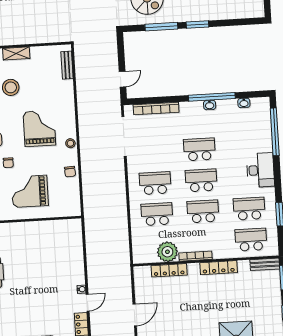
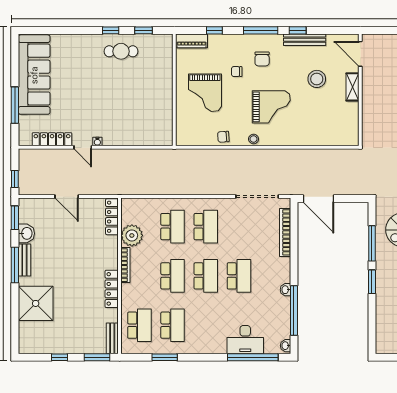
bench: (67, 65) -> (337, 140), removed
door: (123, 79) -> (318, 199), width x1.87
window: (212, 97) -> (294, 311), moved
washbasin: (244, 103) -> (286, 346), moved
desk: (260, 170) -> (245, 340), moved
grand piano: (30, 191) -> (205, 93), turned 180
locker: (169, 270) -> (112, 217), moved

